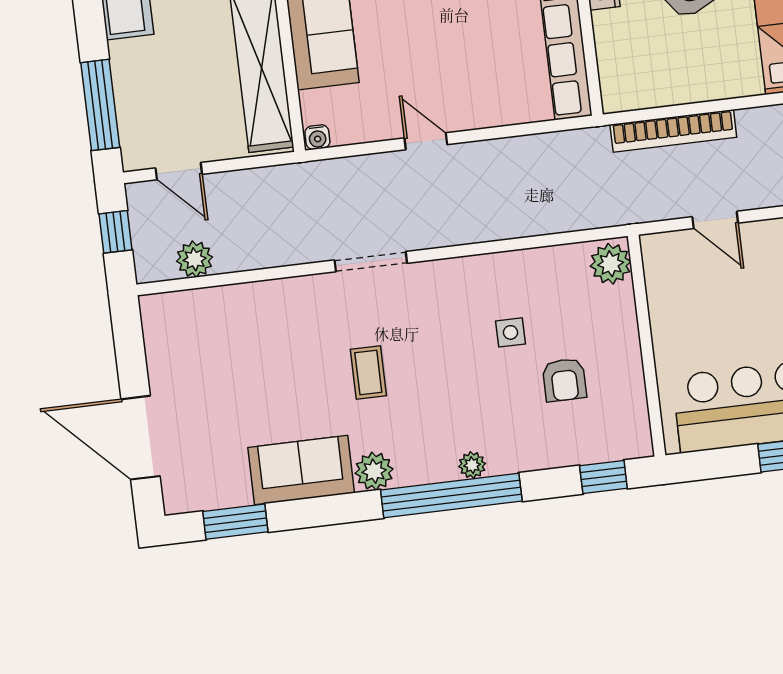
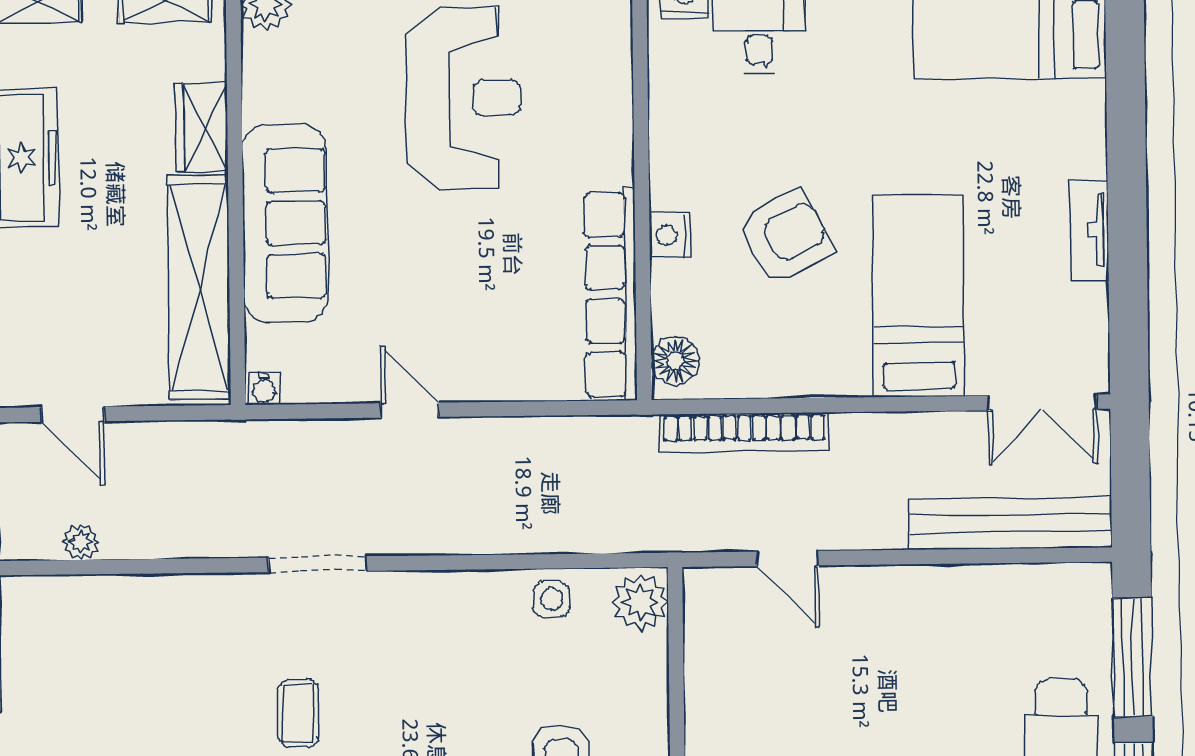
floor lamp: (617, 84) -> (675, 360), added
plant: (195, 259) -> (81, 542), width x0.73, depth x0.73
side table: (511, 332) -> (552, 599), moved

